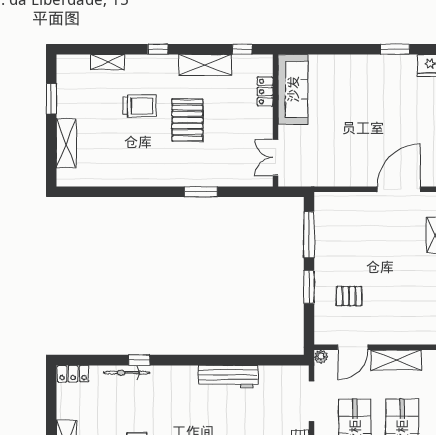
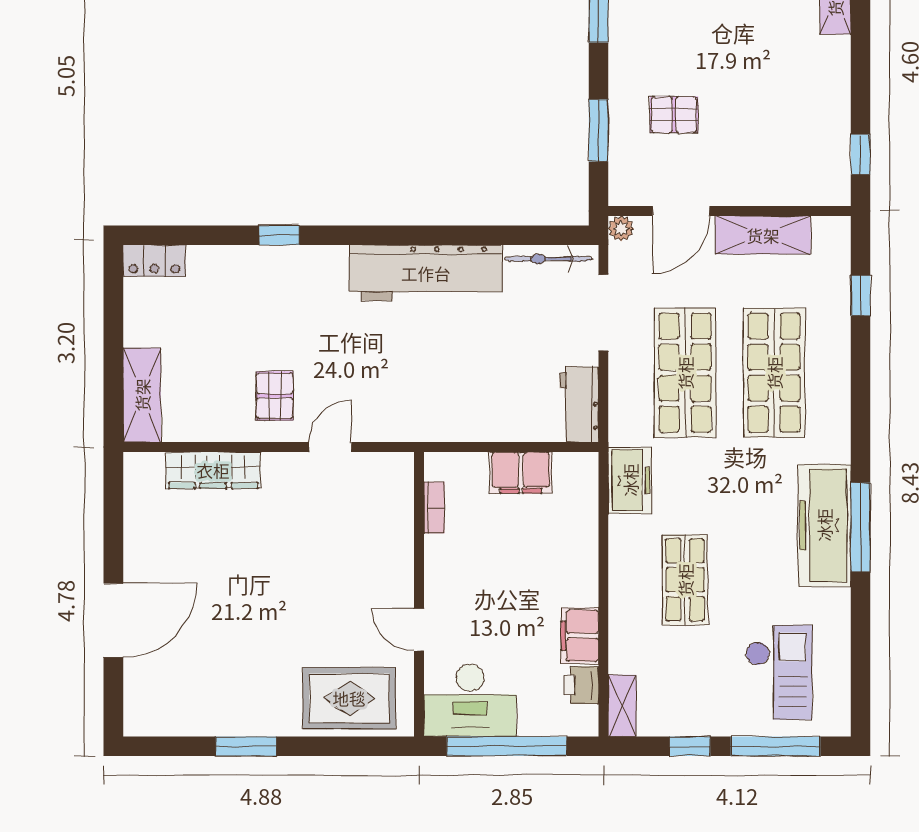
window: (309, 287) -> (599, 130), moved
bicycle: (127, 373) -> (549, 259), moved
workbench: (228, 376) -> (426, 273), width x1.36, depth x1.32

